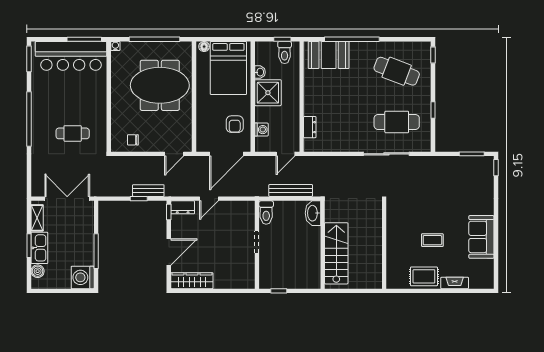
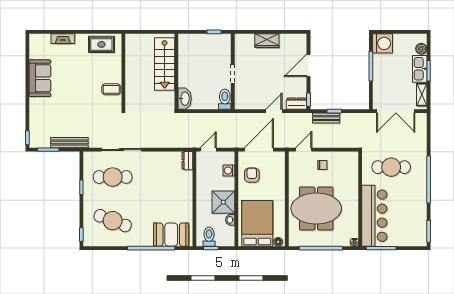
bar counter: (71, 56) -> (374, 216), moved, turned 90
dresser: (310, 127) -> (187, 161), moved
cafe table: (73, 133) -> (391, 167), width x1.37, depth x1.35
chair: (133, 140) -> (322, 165), moved
bench: (291, 190) -> (69, 143), moved
coffee table: (432, 240) -> (111, 89), moved
rug: (424, 276) -> (101, 44), moved
wardrobe: (192, 281) -> (267, 41), moved, width x0.67

